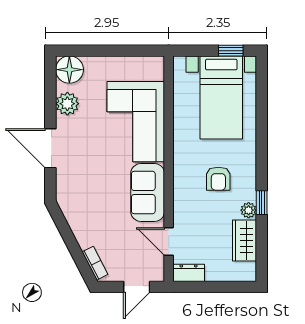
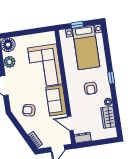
window: (231, 51) -> (77, 25), moved
window: (262, 203) -> (111, 78), moved
armchair: (91, 204) -> (29, 110), added

